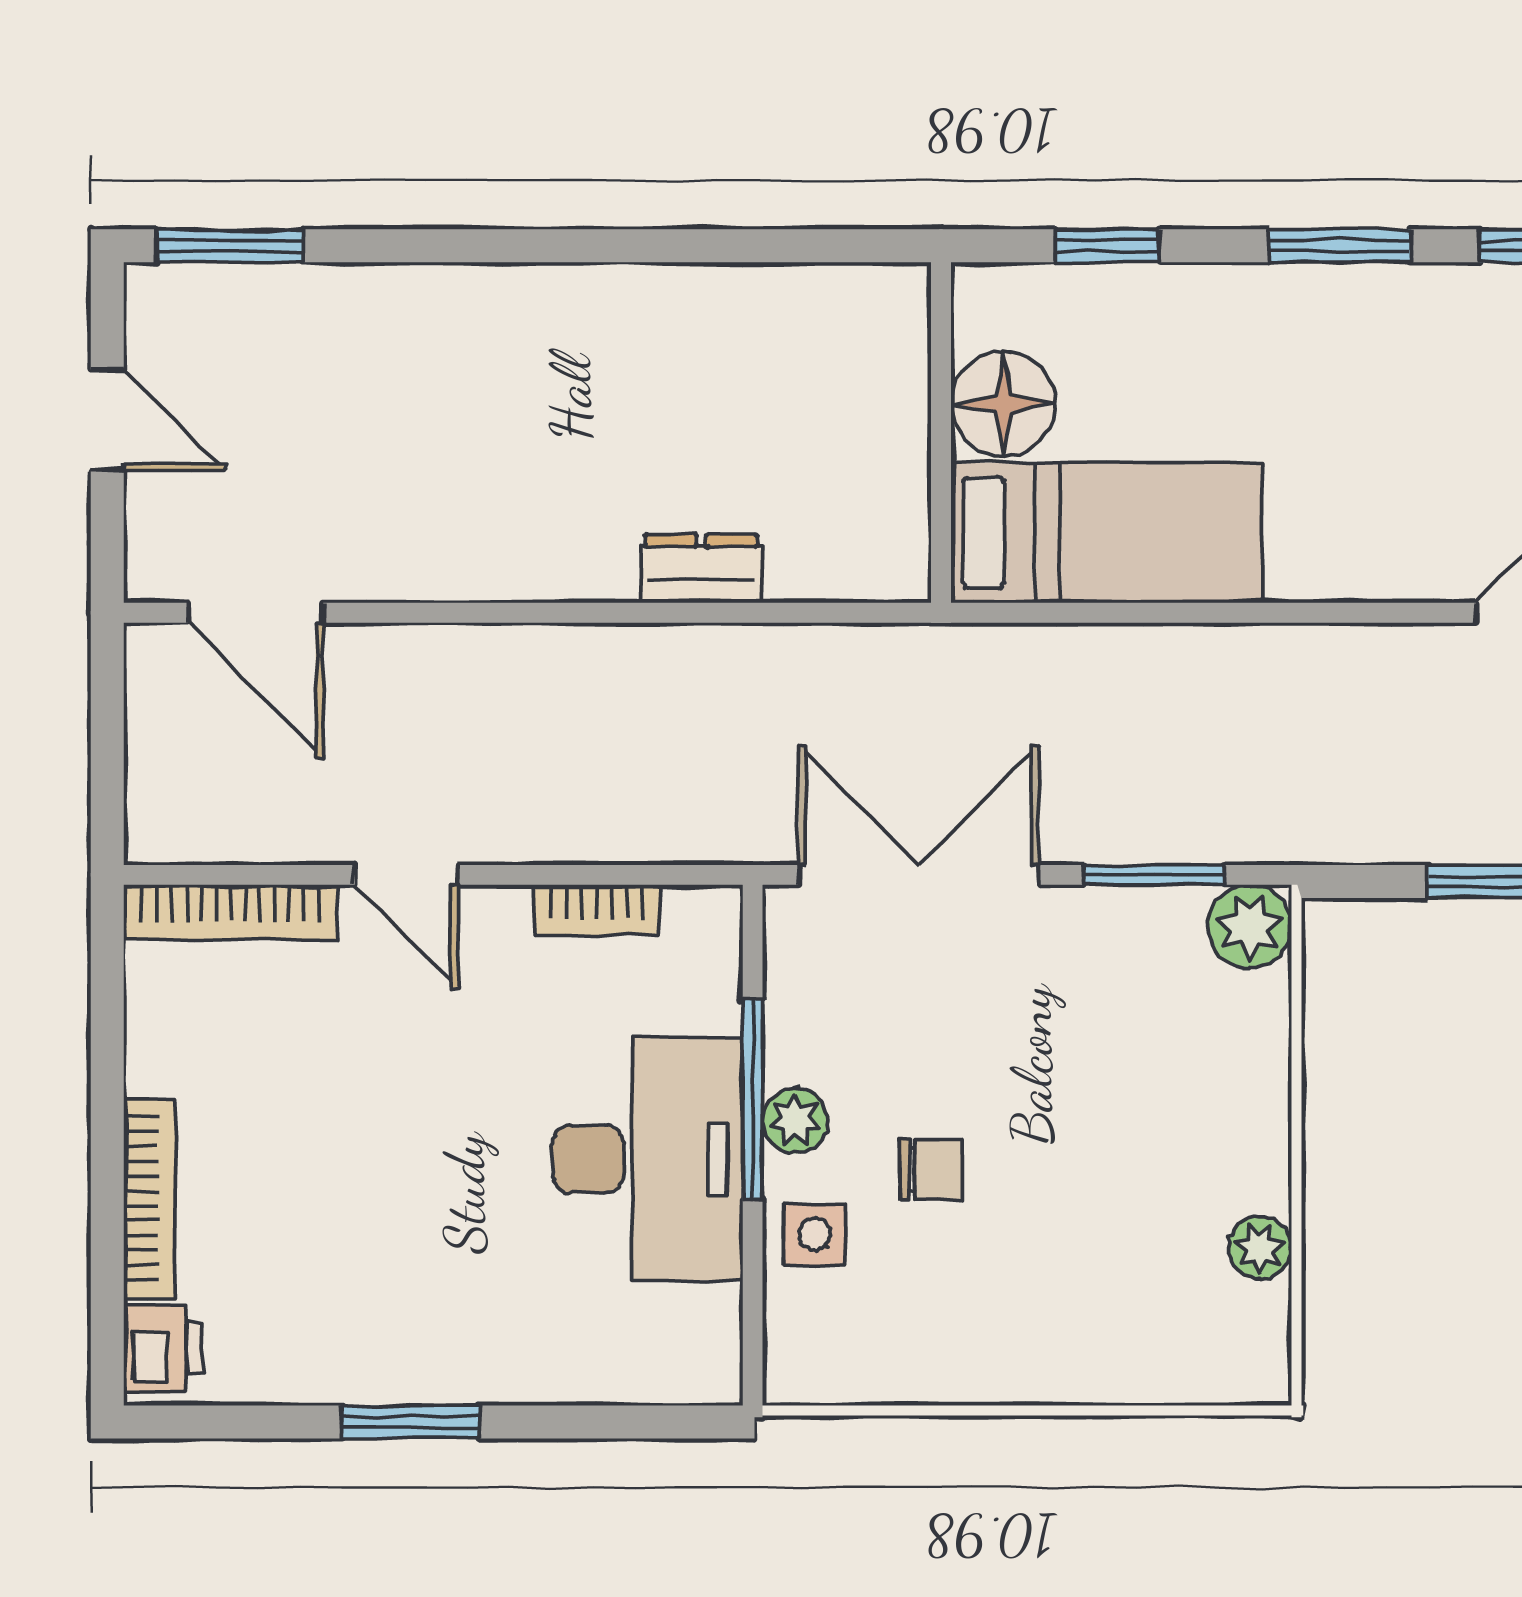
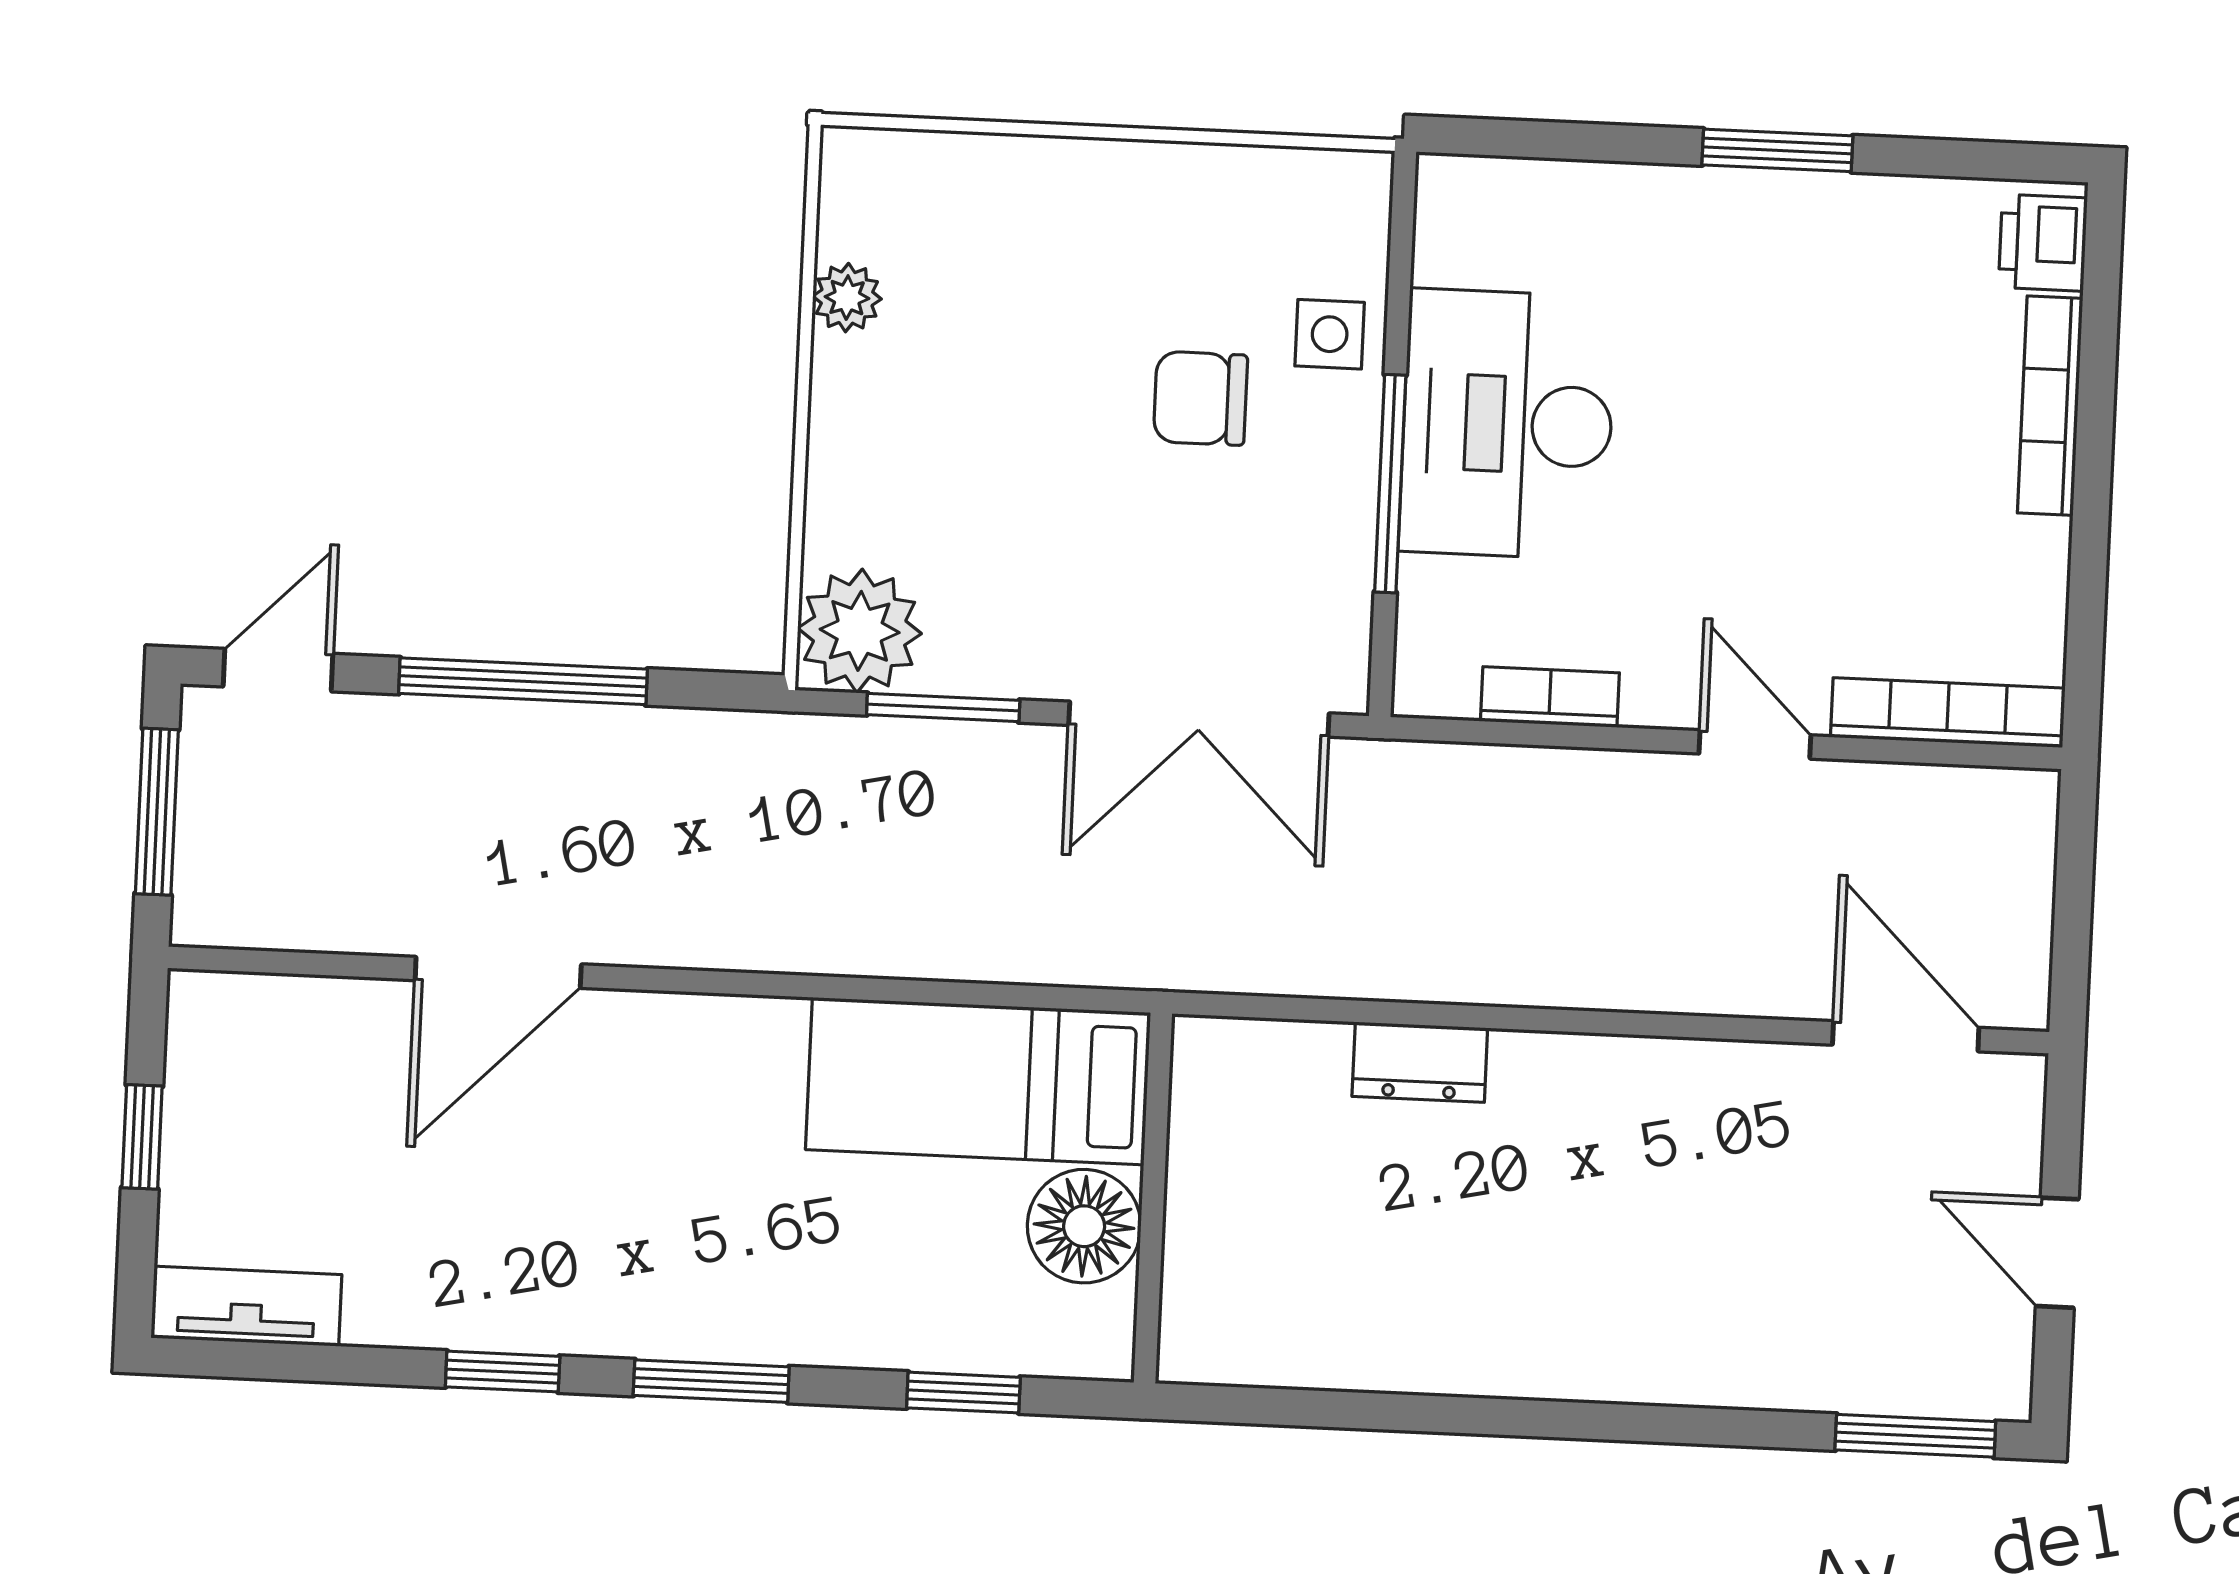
plant: (1250, 927) -> (860, 631), width x1.36, depth x1.36
plant: (795, 1121) -> (1345, 458), removed
chair: (931, 1170) -> (1200, 398), width x1.37, depth x1.37

